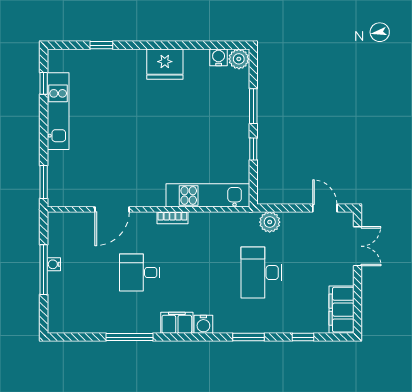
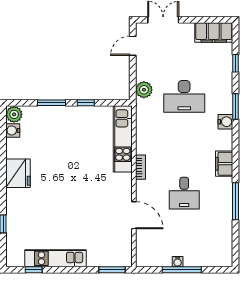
water cooler: (203, 324) -> (225, 122), moved

